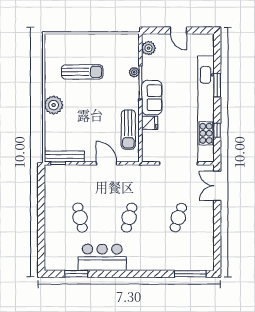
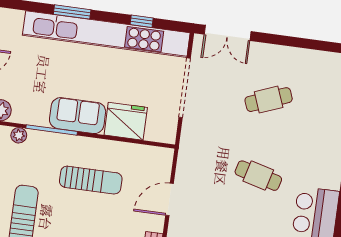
plant: (134, 72) -> (19, 135), moved
fridge: (150, 123) -> (126, 121), width x1.88, depth x1.34
sun lounger: (128, 130) -> (91, 180), moved
cafe table: (178, 218) -> (269, 100), turned -39

